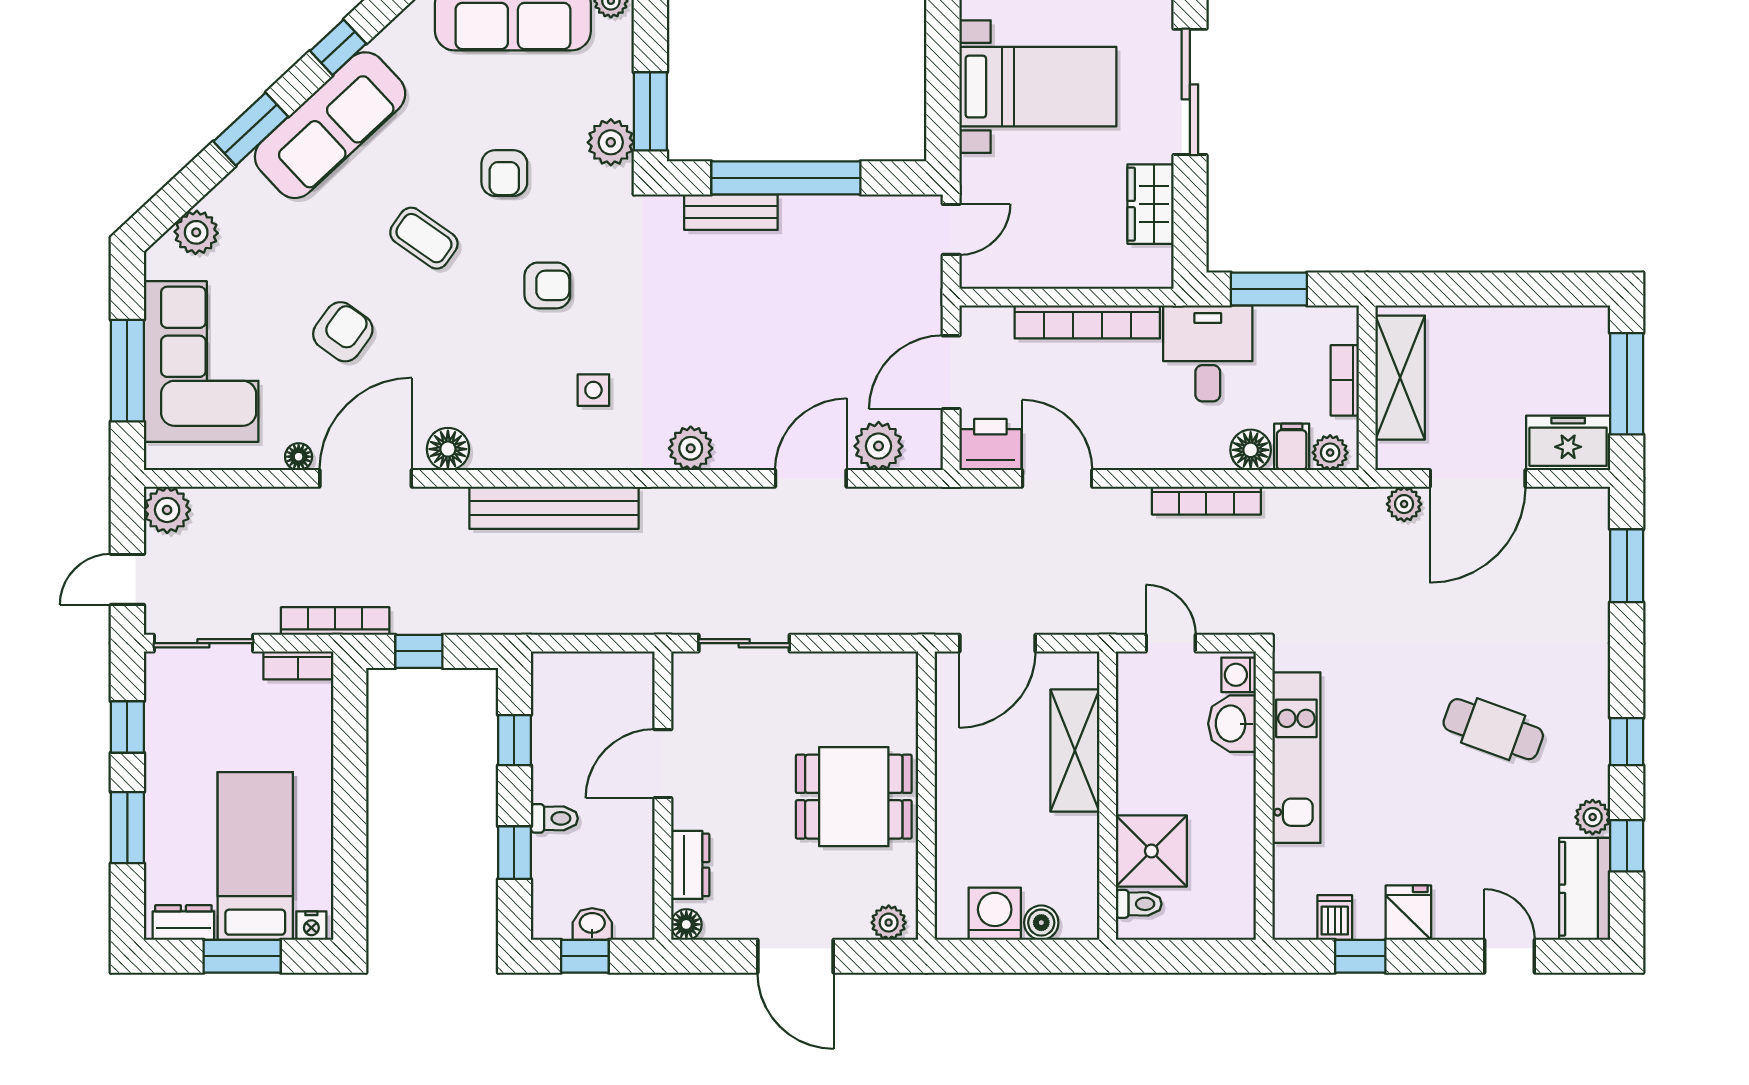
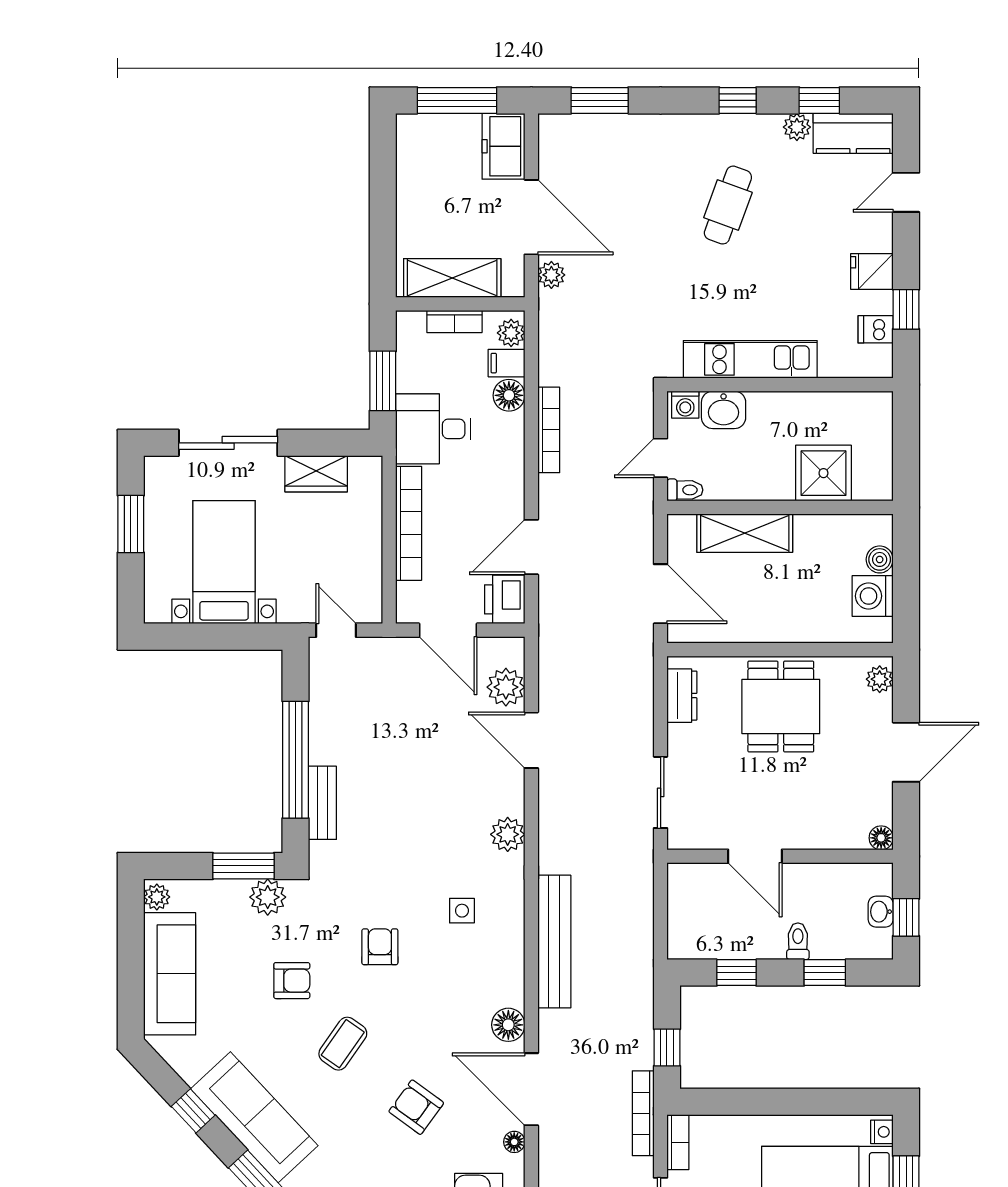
dresser: (690, 865) -> (682, 696), moved, turned 90
toilet: (1139, 904) -> (685, 490), moved, turned 90

